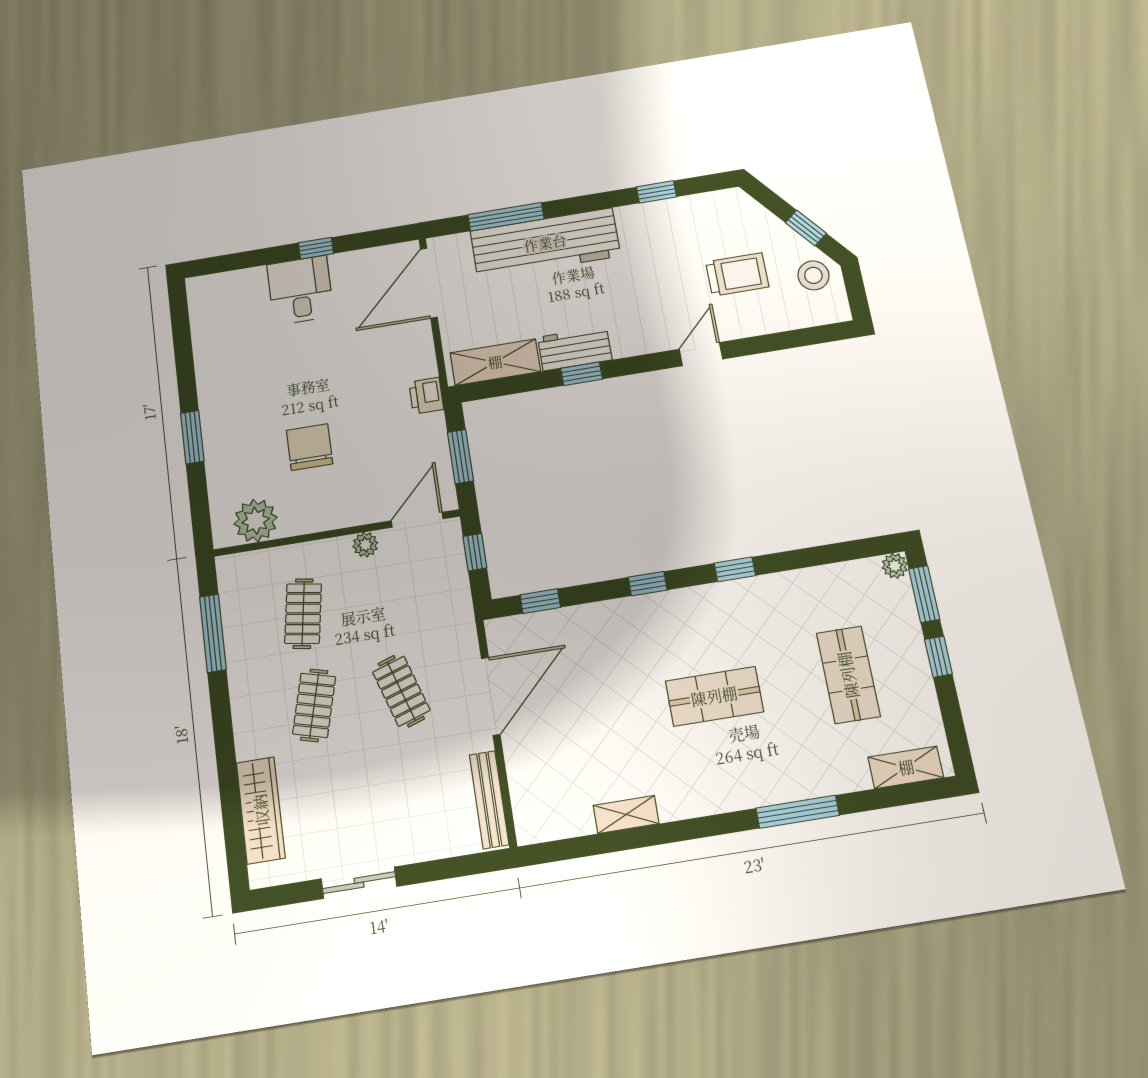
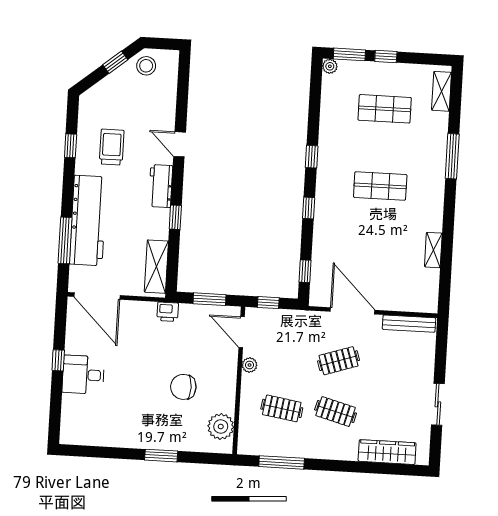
trolley: (737, 274) -> (112, 147), moved
workbench: (575, 349) -> (161, 186), moved
shop shelf: (714, 696) -> (380, 186), turned 90

